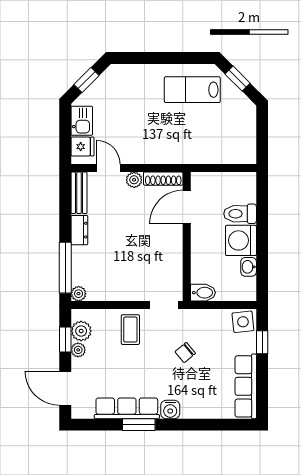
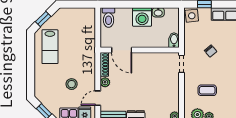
stool: (131, 125) -> (72, 84), added
toilet: (240, 214) -> (109, 17), moved
coffee table: (130, 330) -> (207, 90), moved

